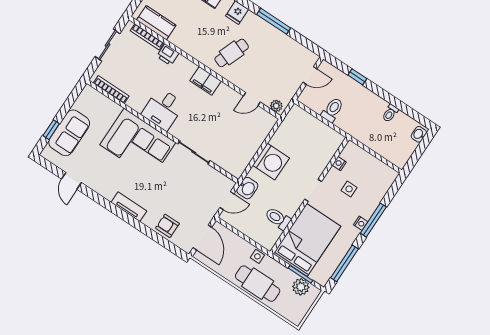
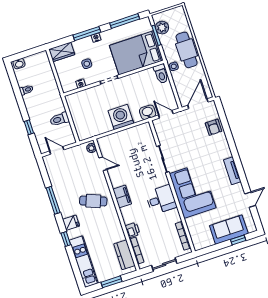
wardrobe: (384, 181) -> (62, 52), added
tv unit: (129, 207) -> (232, 171), moved
toilet: (278, 218) -> (161, 74), moved

